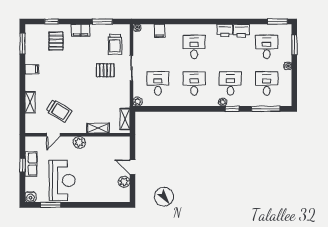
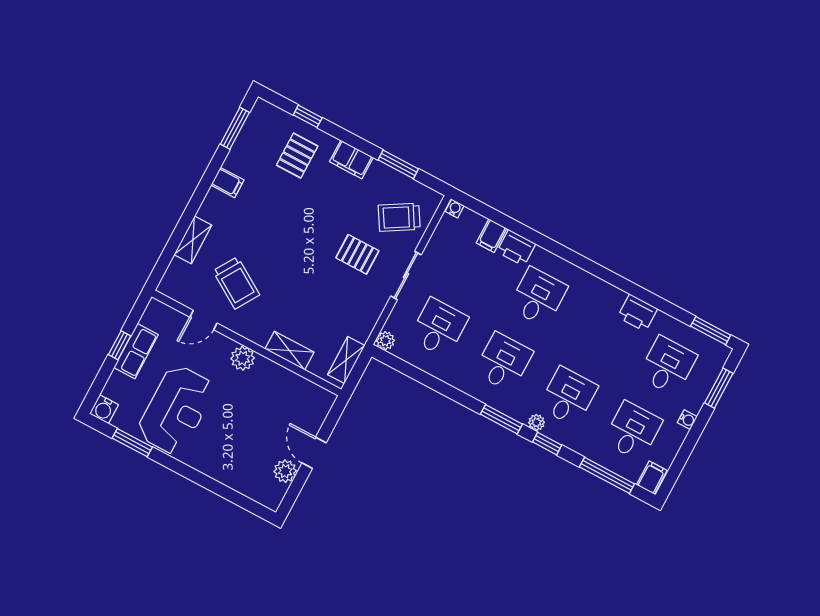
printer: (225, 31) -> (516, 248), moved
trolley: (115, 44) -> (399, 217), turned 59
filing cabinet: (286, 99) -> (652, 478), added
window: (207, 109) -> (501, 419), added

